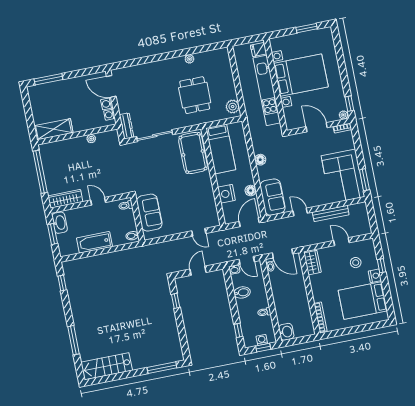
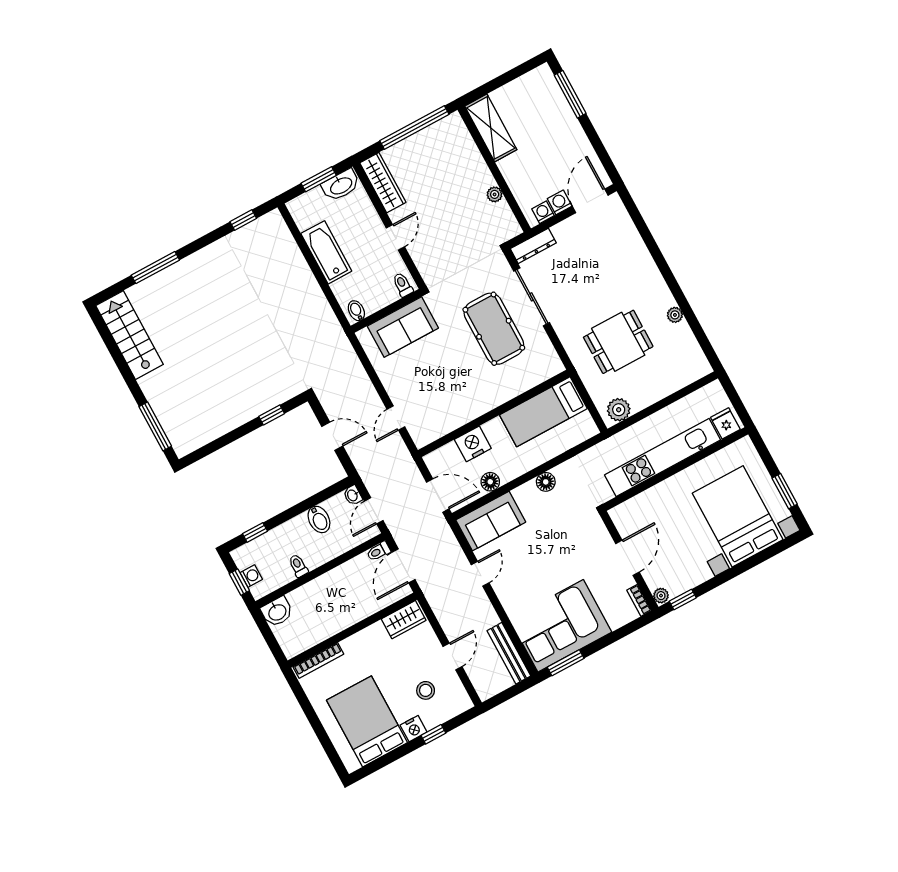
bed with nightstands: (301, 75) -> (738, 516), moved, turned 180
pool table: (193, 153) -> (494, 329), moved, turned 90
bench: (331, 213) -> (509, 653), moved

